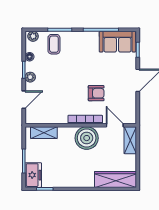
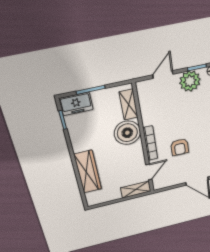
plant: (30, 77) -> (190, 81), width x1.88, depth x1.88
door: (24, 100) -> (163, 75), swing flipped
boiler: (87, 138) -> (127, 133), moved
wardrobe: (116, 179) -> (88, 172), moved

